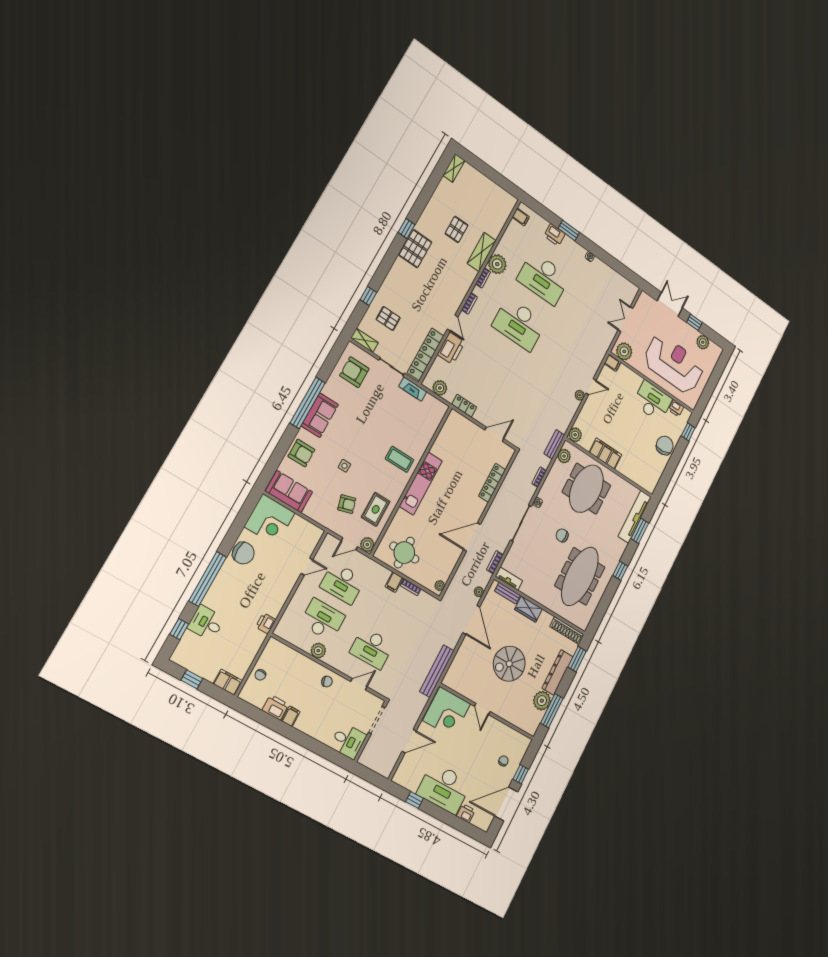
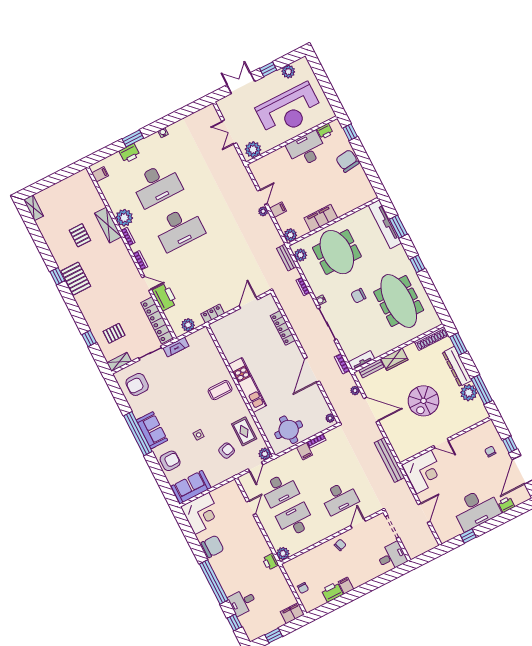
filing cabinet: (613, 363) -> (278, 210), moved
reception desk: (674, 364) -> (289, 110), turned 180
plant: (318, 651) -> (283, 553), moved

